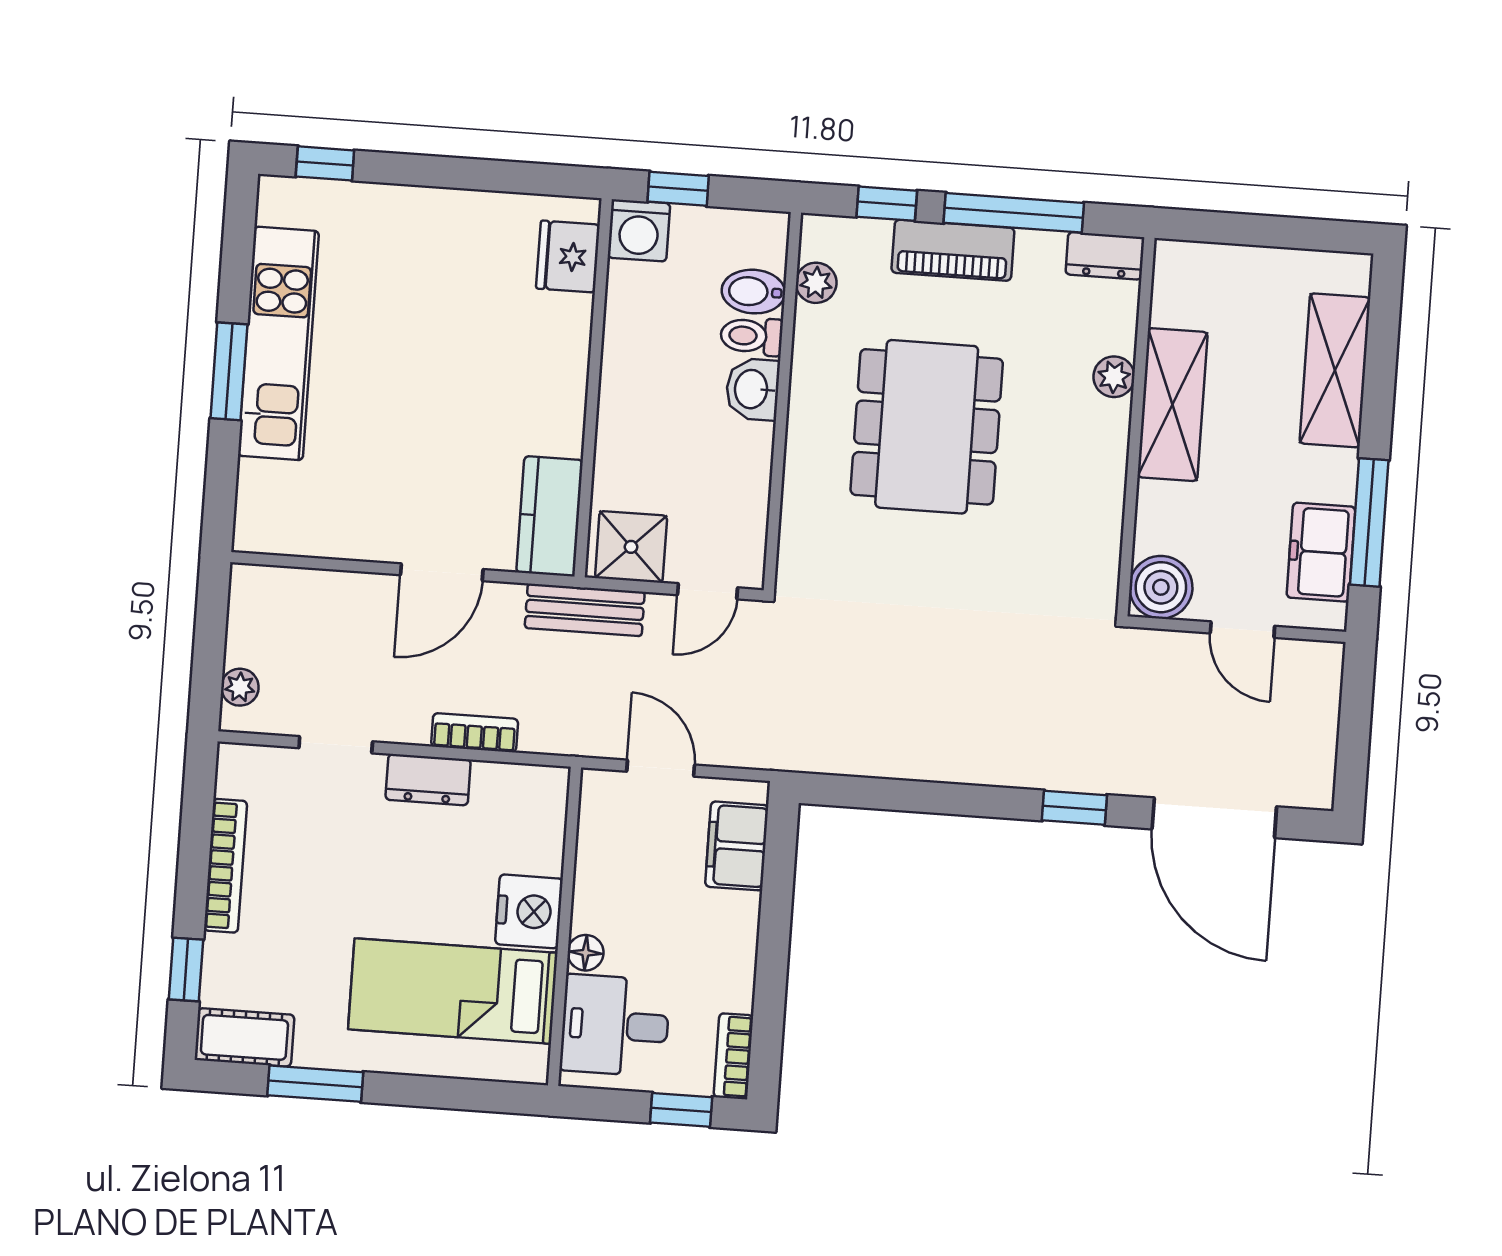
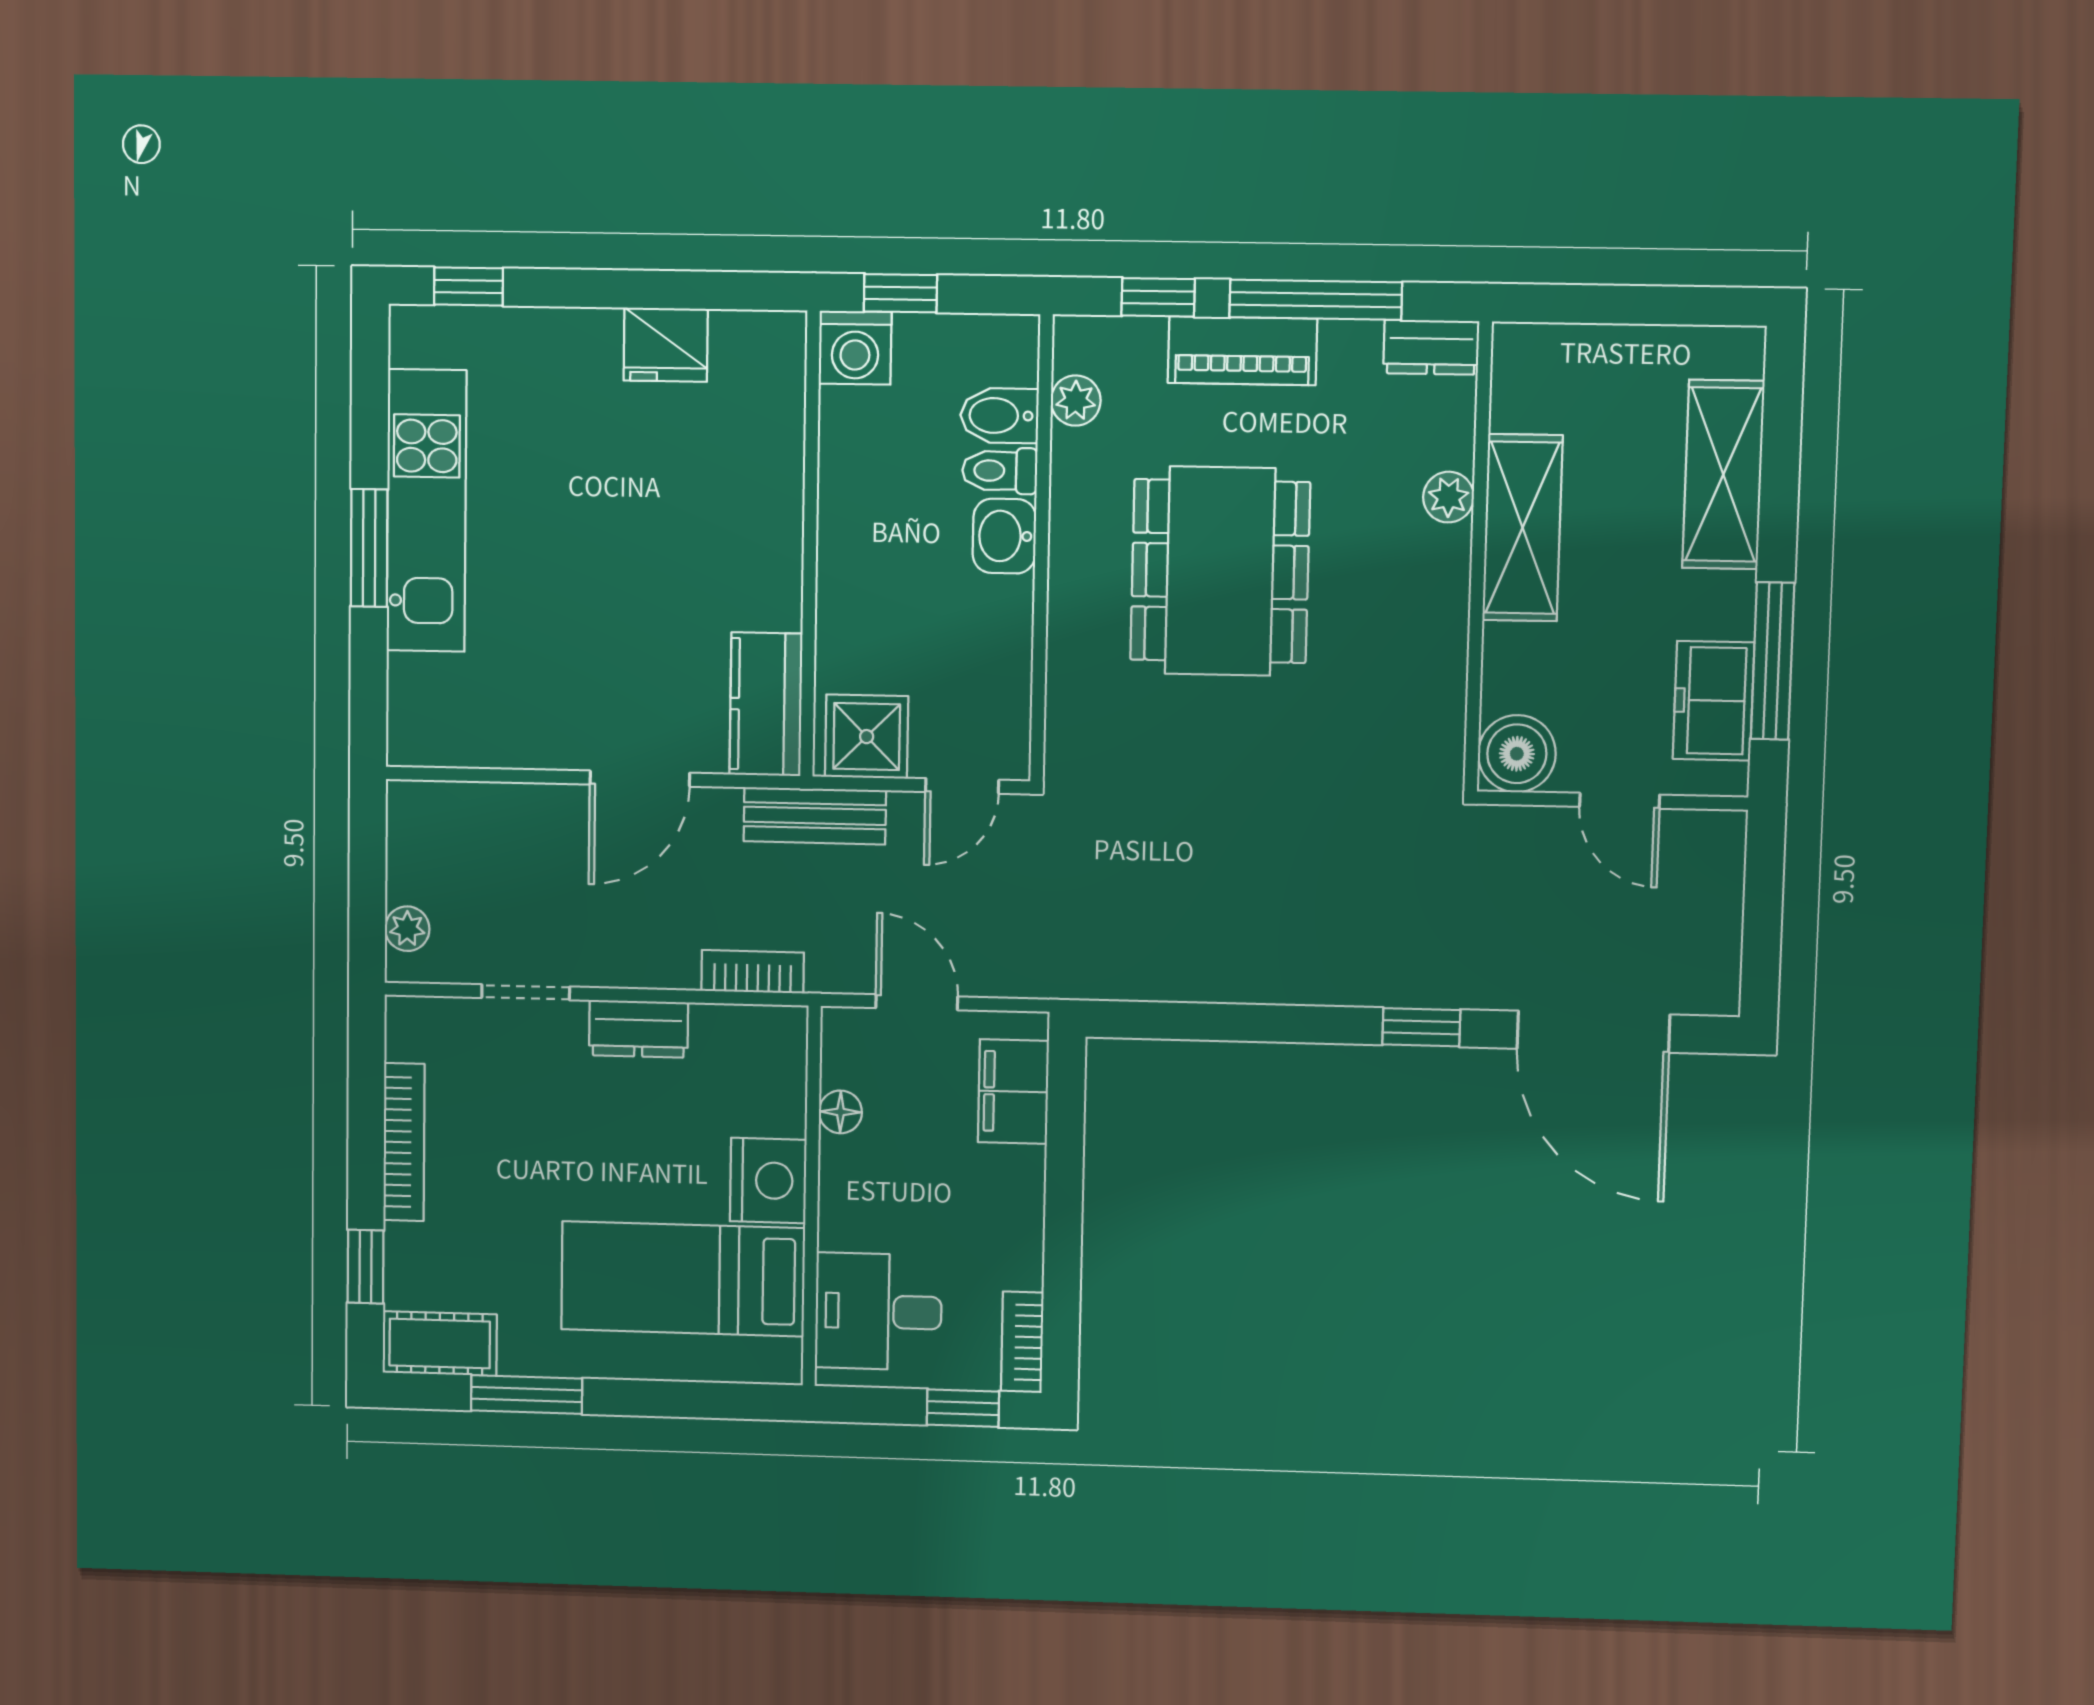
fridge: (568, 257) -> (666, 345), moved, turned -90
bookcase: (475, 733) -> (753, 972), moved
floor lamp: (586, 953) -> (840, 1112), moved

